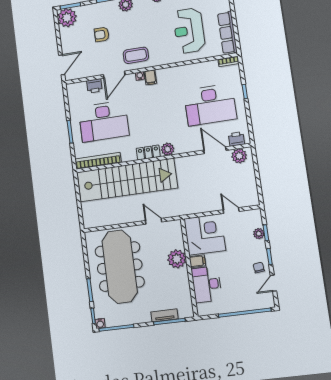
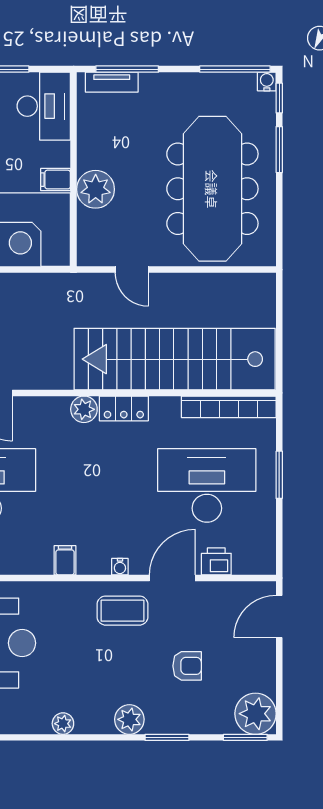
filing cabinet: (150, 77) -> (65, 560), moved
desk: (207, 284) -> (44, 106), moved
tv unit: (164, 315) -> (112, 82), moved

